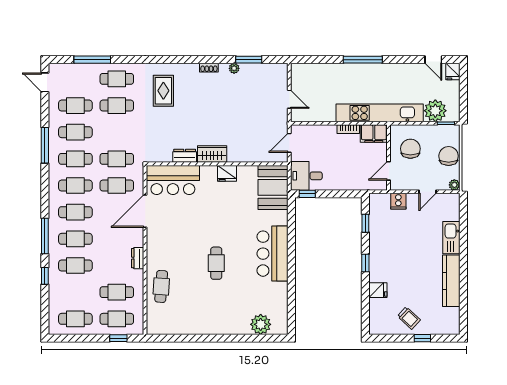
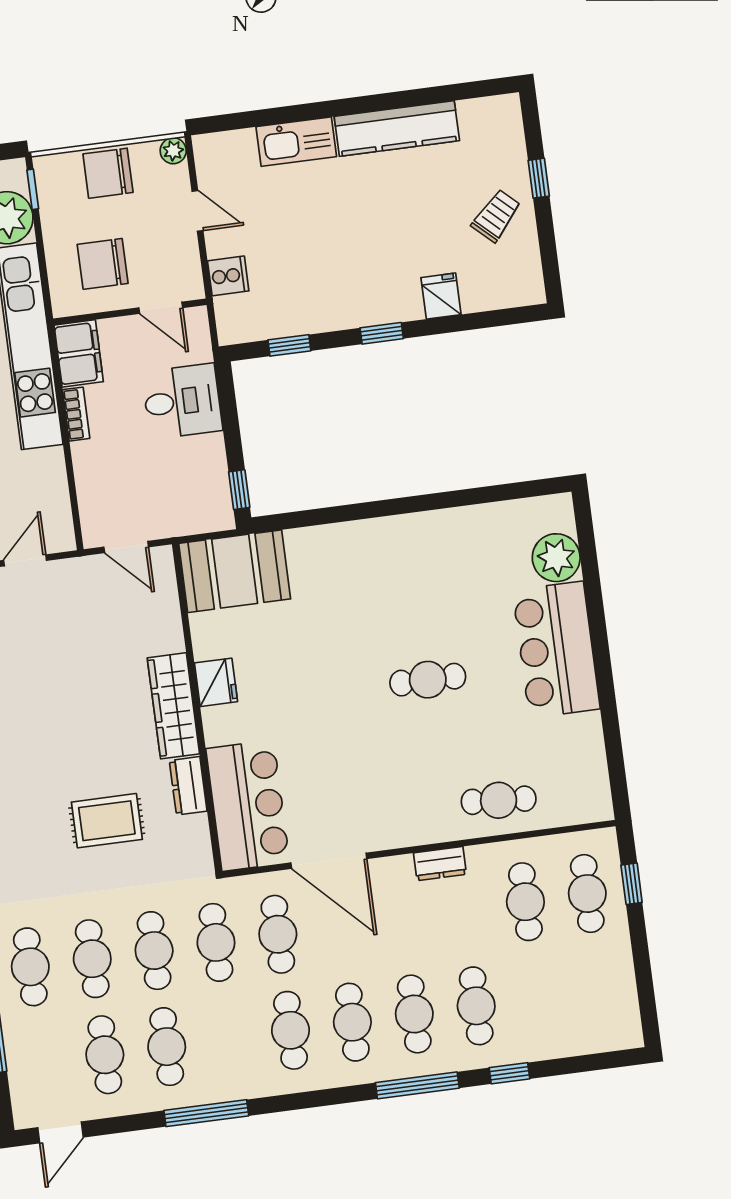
rug: (163, 91) -> (107, 821), moved
wardrobe: (212, 154) -> (173, 706), width x1.50
cafe table: (75, 159) -> (154, 951), moved
desk: (306, 176) -> (182, 401), moved, turned -90
bar counter: (272, 254) -> (556, 650), moved, turned 90
cafe table: (75, 319) -> (600, 990), removed

